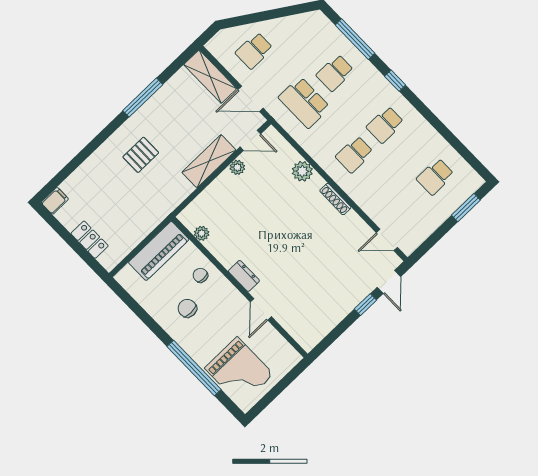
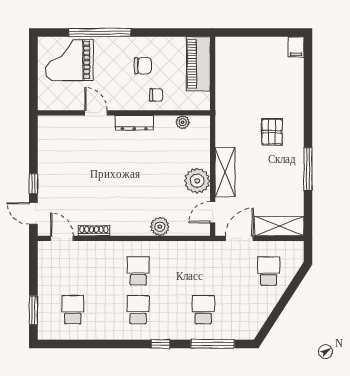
school desk: (304, 103) -> (203, 271), removed
plant: (237, 167) -> (197, 181), width x1.88, depth x1.88
shoe rack: (335, 199) -> (94, 231), moved
locker: (90, 240) -> (249, 45), removed
door: (387, 240) -> (62, 238), hinge flipped
piano: (159, 251) -> (198, 64), moved
dresser: (244, 276) -> (134, 123), width x1.44

